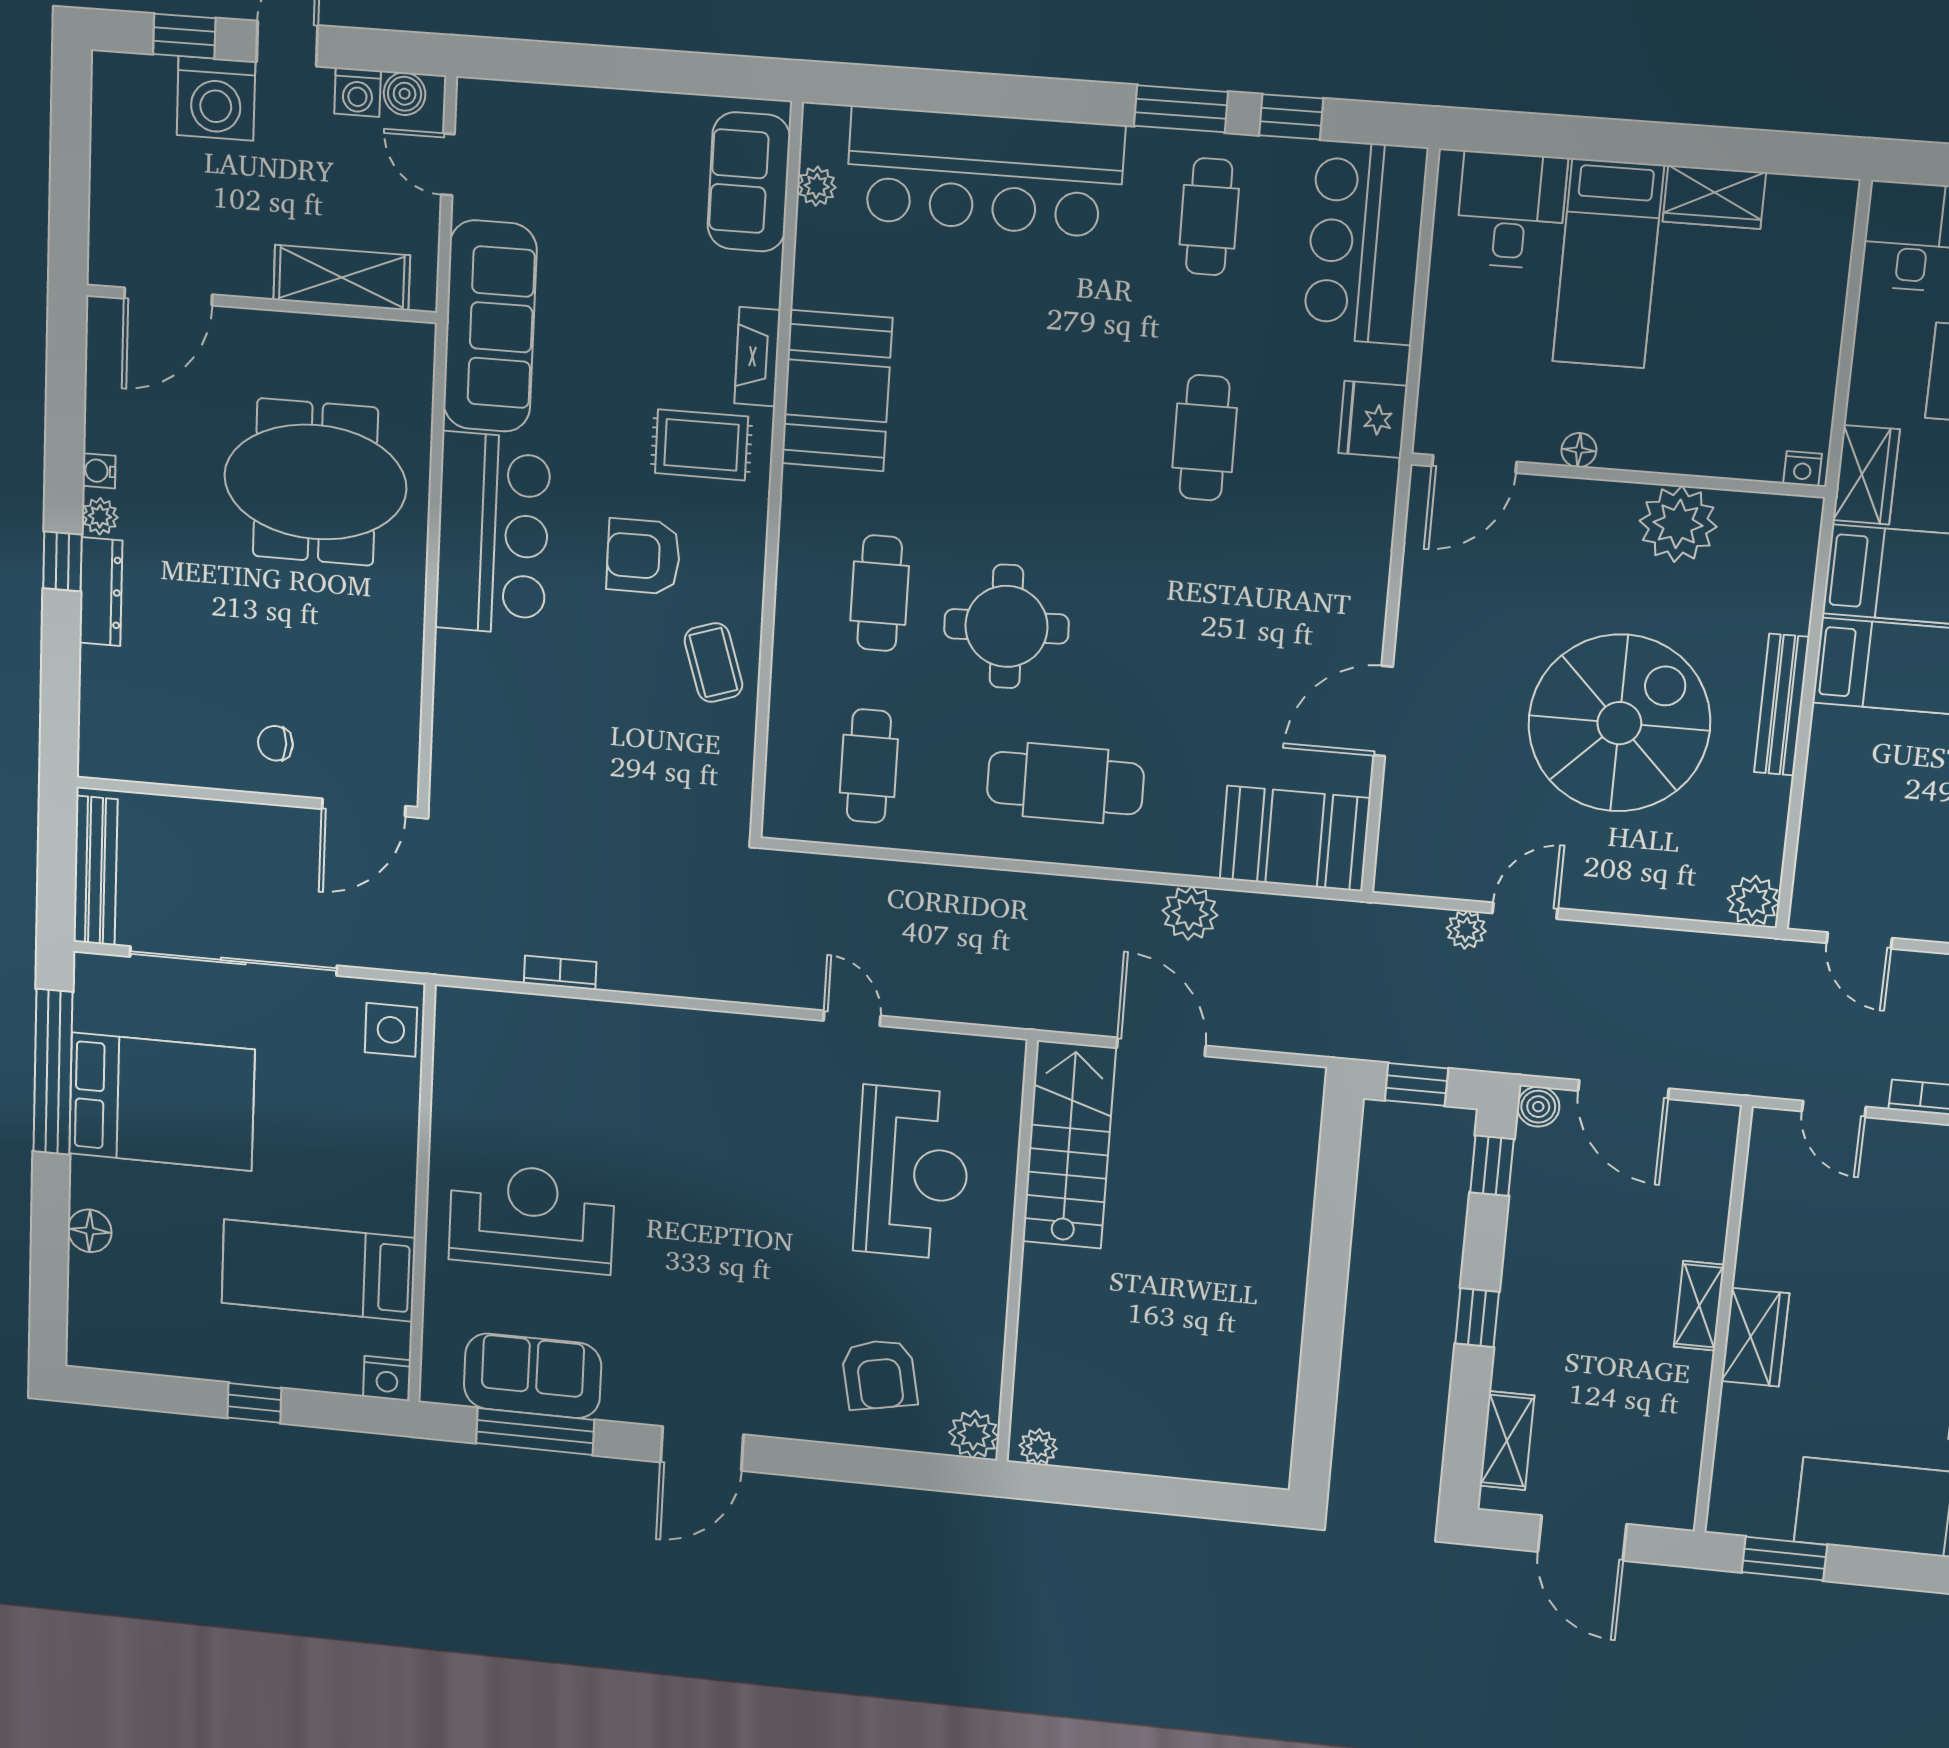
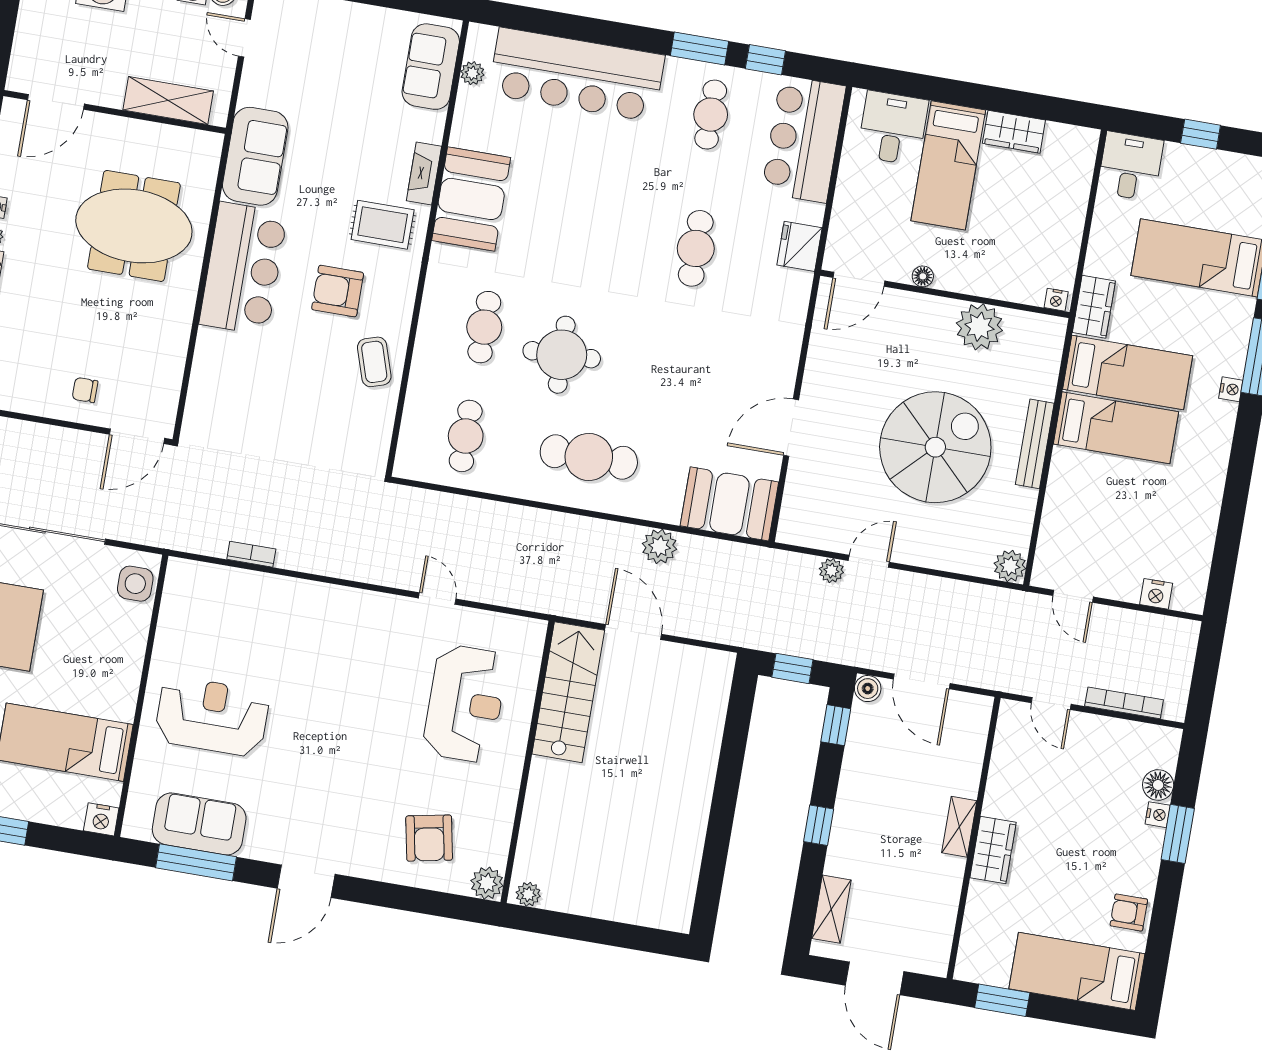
sofa: (490, 326) -> (255, 156), width x0.73

